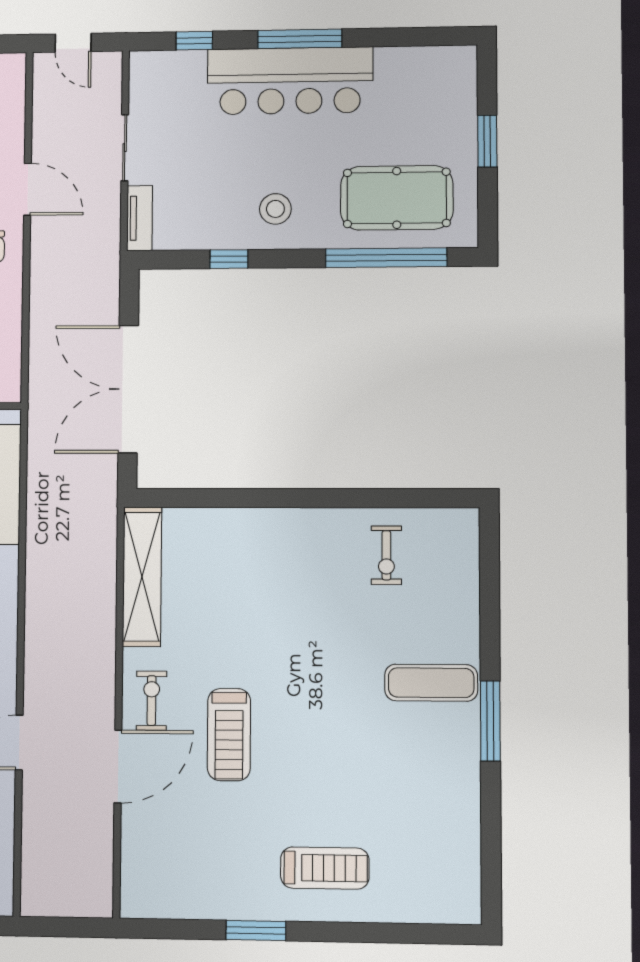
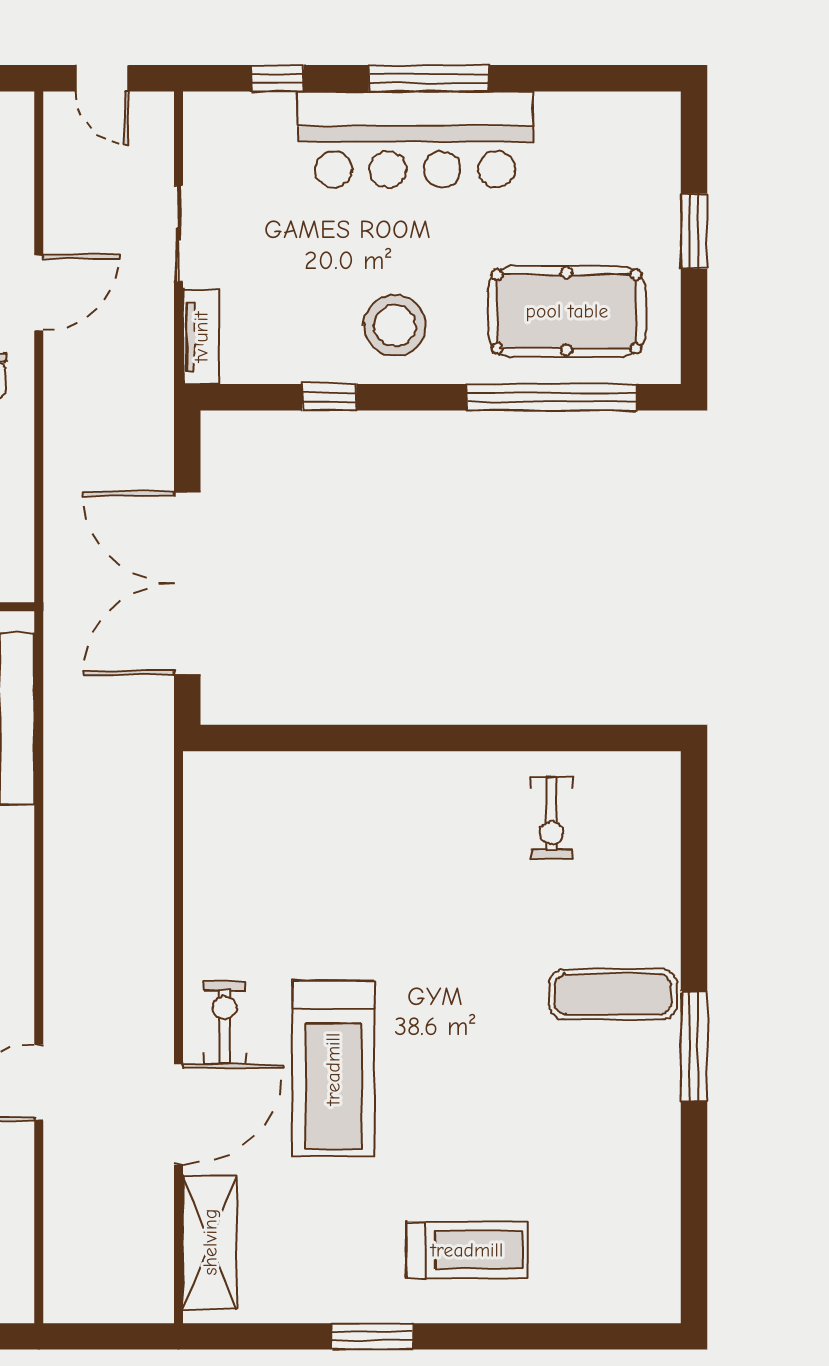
door: (28, 189) -> (39, 293), hinge flipped
stool: (275, 209) -> (395, 325), width x1.38, depth x1.38
shelving: (142, 577) -> (210, 1242), moved, width x0.68
treadmill: (229, 735) -> (333, 1069), width x1.37, depth x1.38

